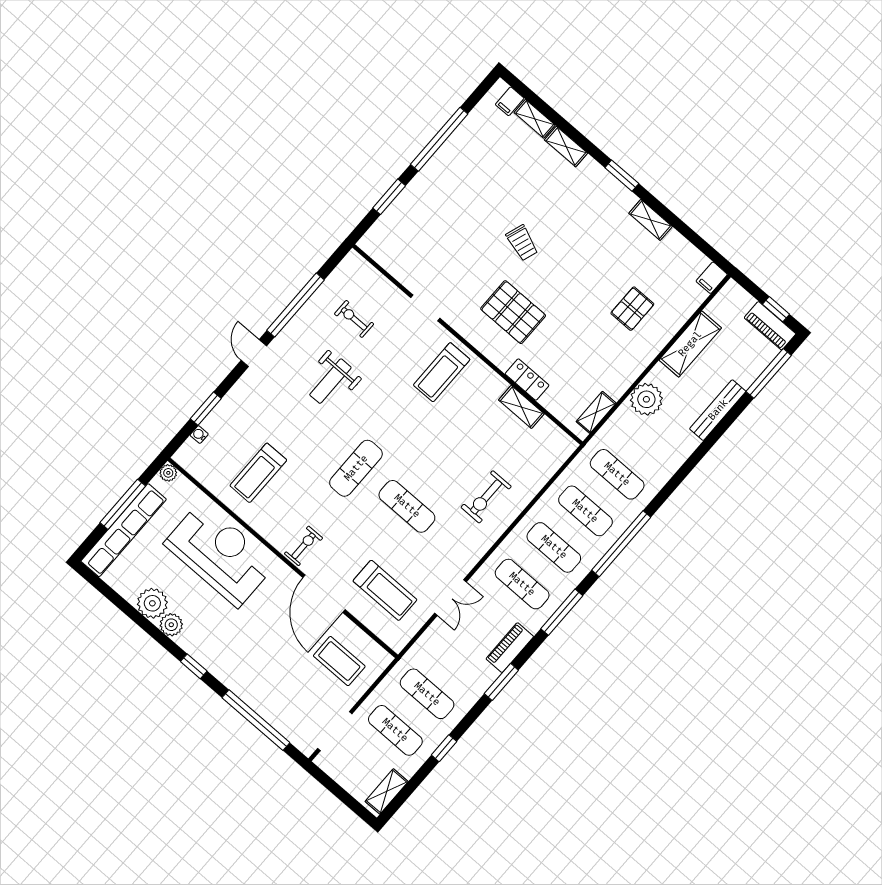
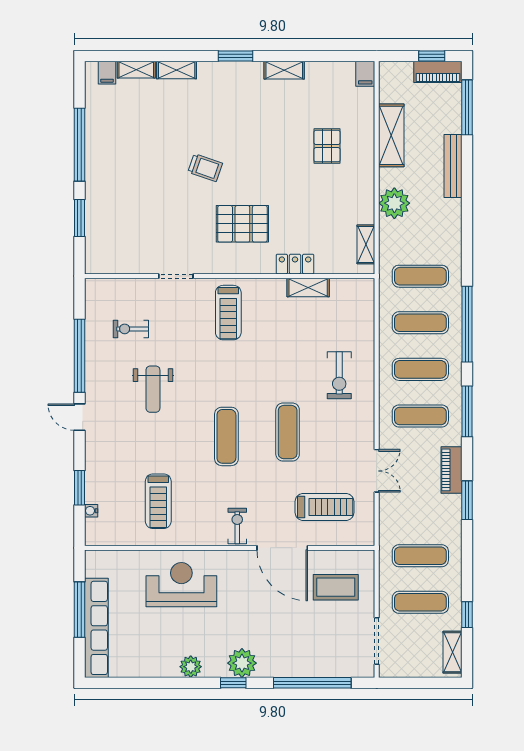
plant: (168, 473) -> (93, 558), removed
exercise mat: (407, 506) -> (288, 432), turned 90
reception desk: (220, 554) -> (181, 585), width x0.74, depth x0.77
plant: (152, 603) -> (242, 663), moved
window: (444, 748) -> (467, 615), moved

